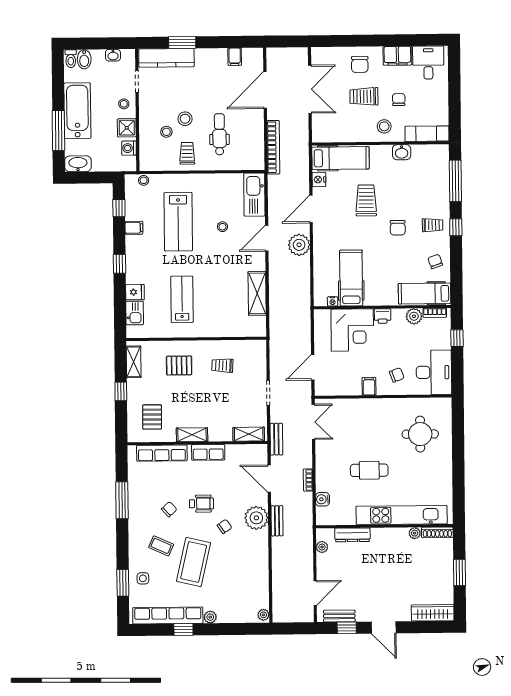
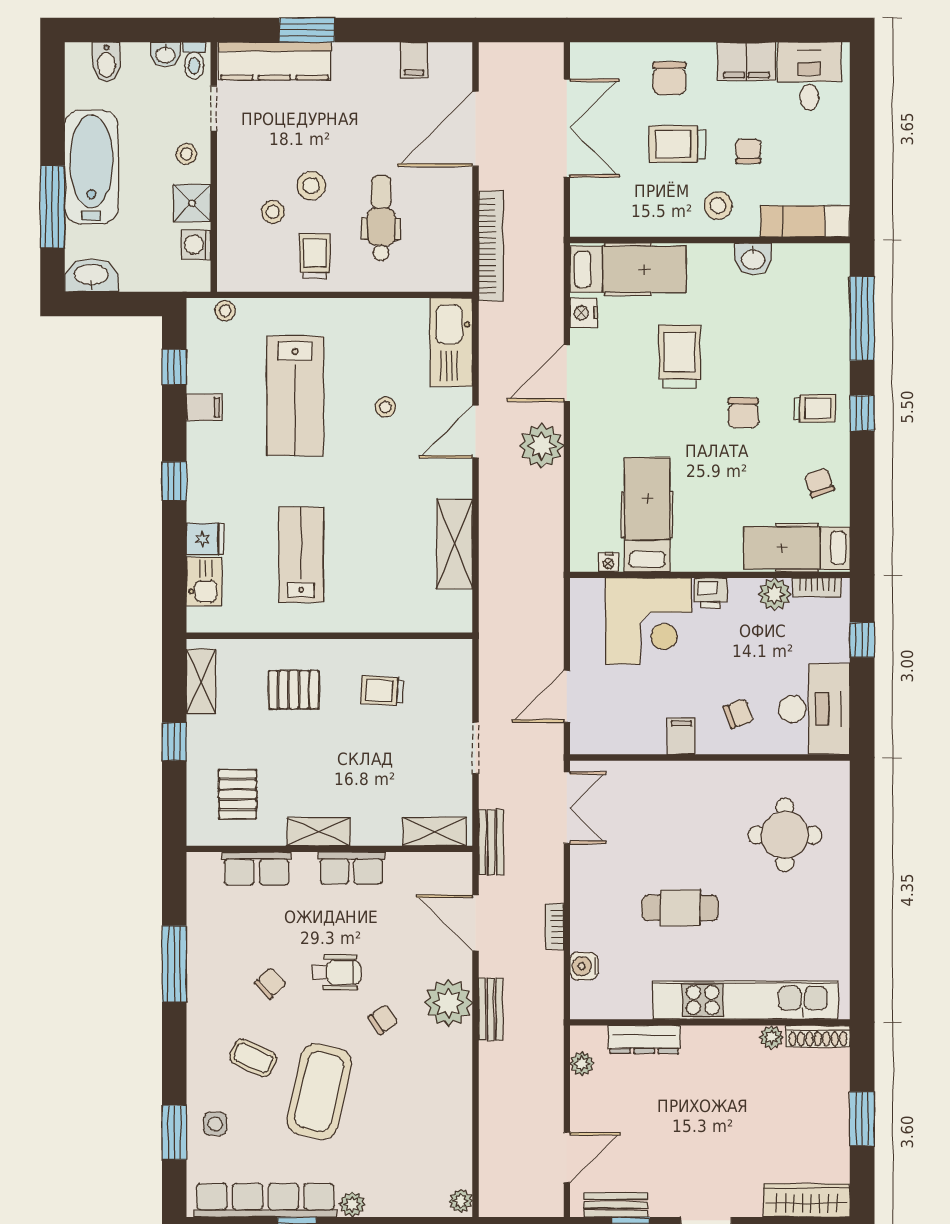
toilet: (71, 59) -> (194, 61), moved
row of seats: (162, 453) -> (257, 868), width x0.68

